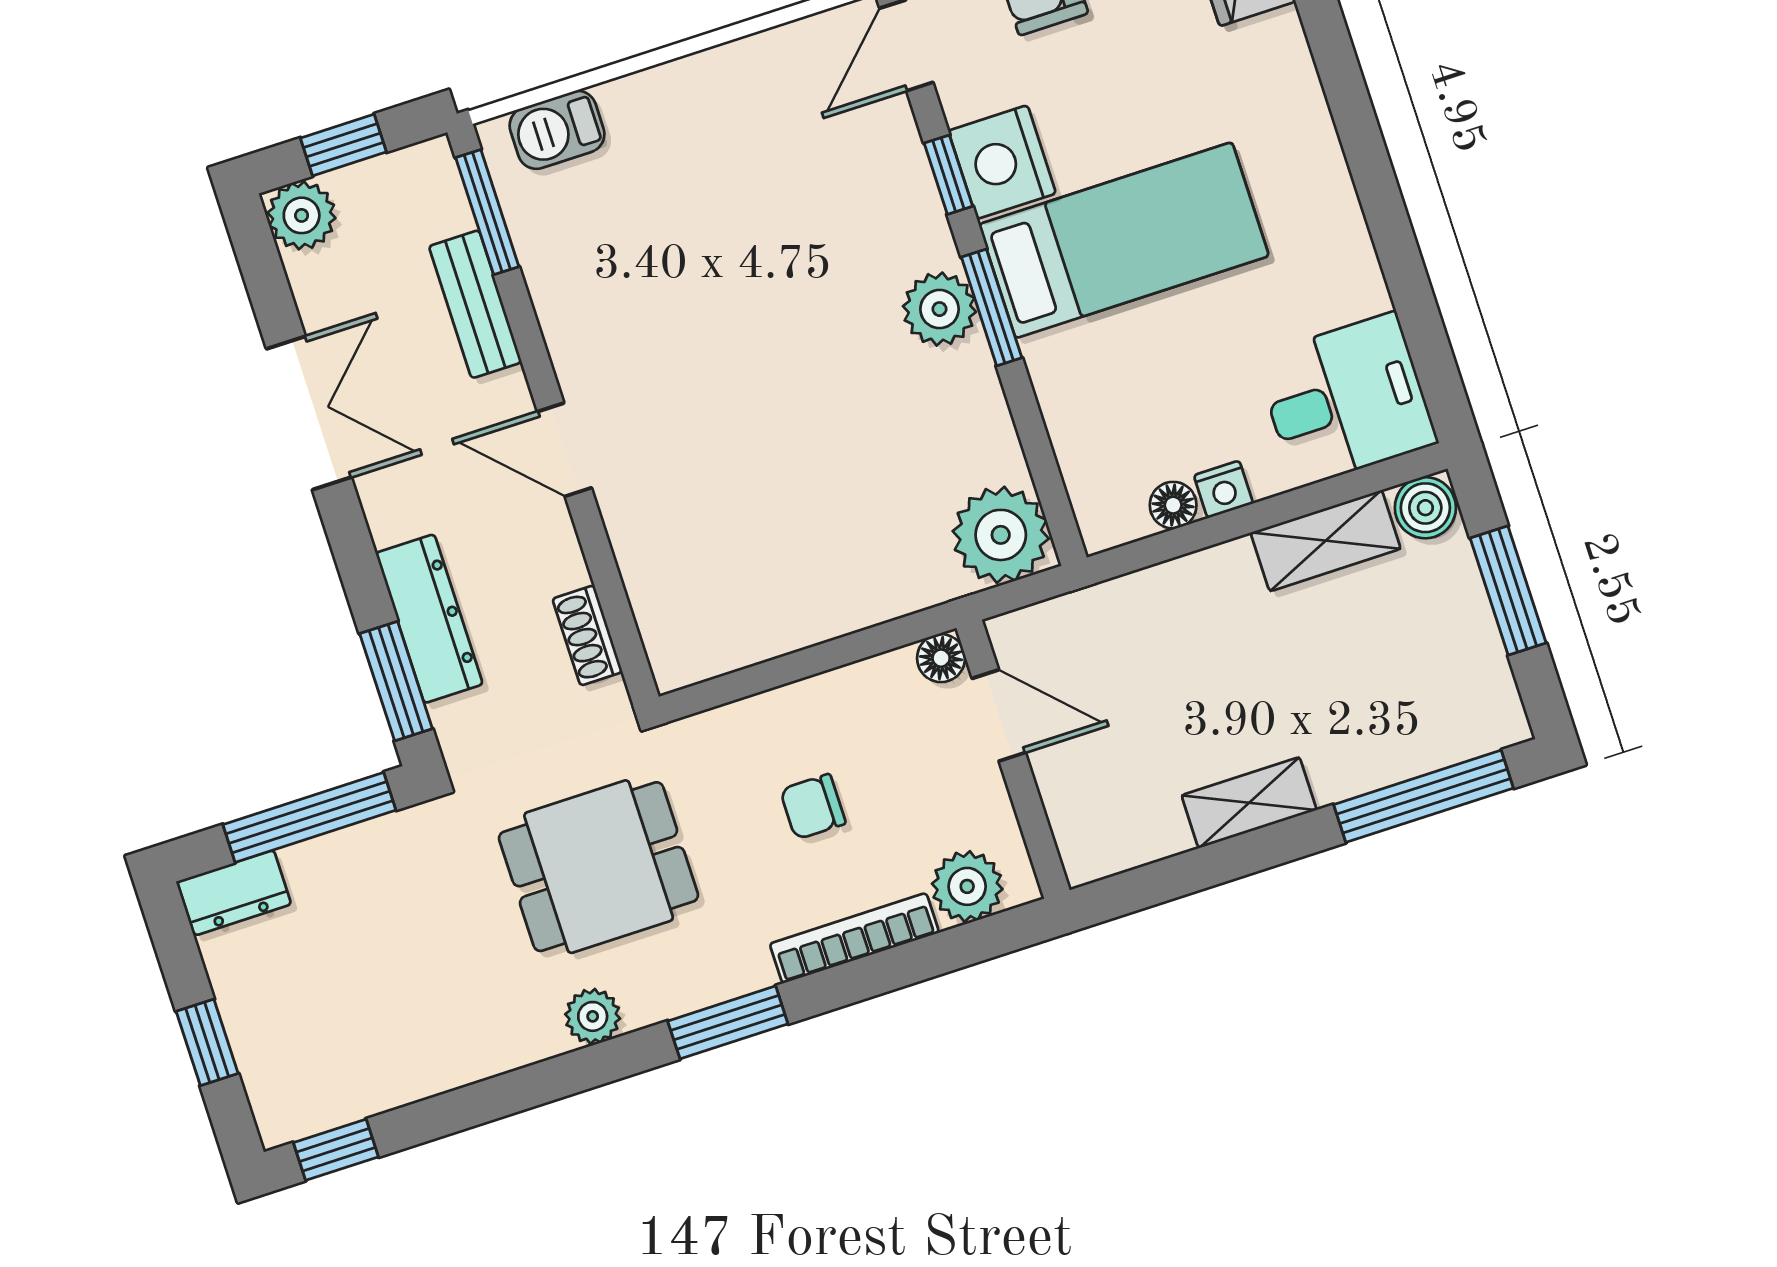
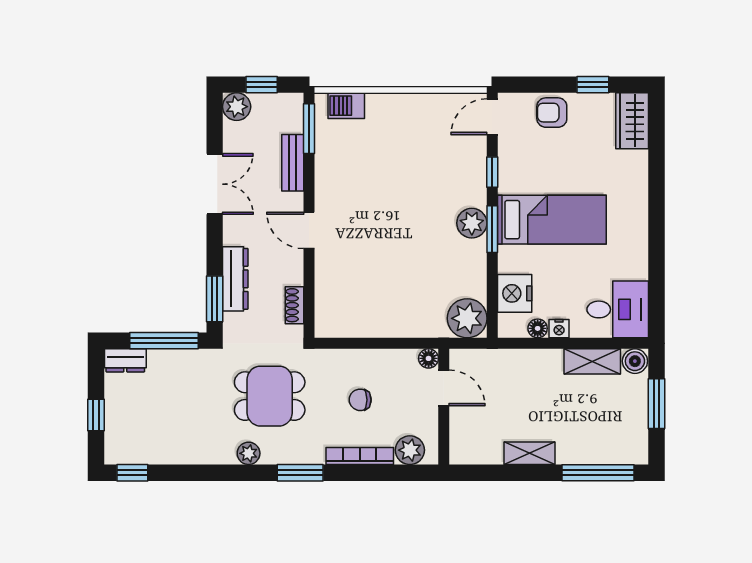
nightstand: (1002, 162) -> (515, 293), moved

